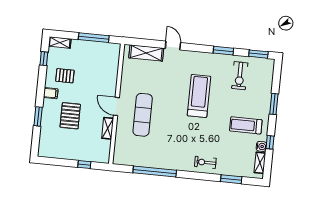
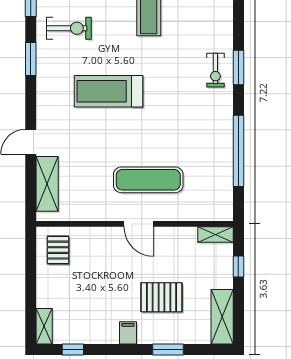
window: (94, 38) -> (31, 272), removed
pallet: (65, 76) -> (58, 250), moved
door: (116, 106) -> (139, 224), hinge flipped
shelving: (108, 128) -> (215, 235), moved
shelving: (55, 152) -> (222, 317), added
window: (231, 179) -> (238, 67), moved

